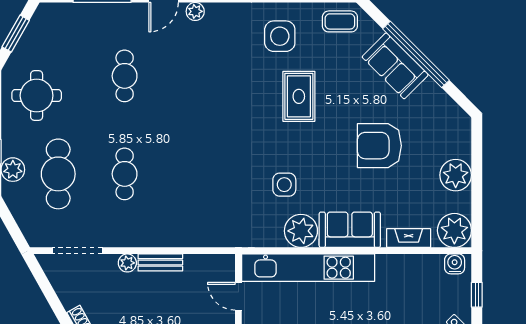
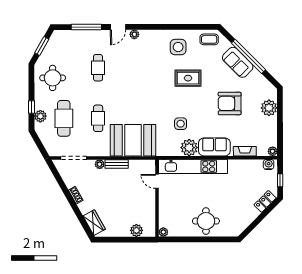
rug: (299, 96) -> (188, 78), turned 90
plant: (456, 175) -> (269, 108), moved
booth: (192, 217) -> (133, 140), added
plant: (454, 230) -> (273, 151), width x0.53, depth x0.53

